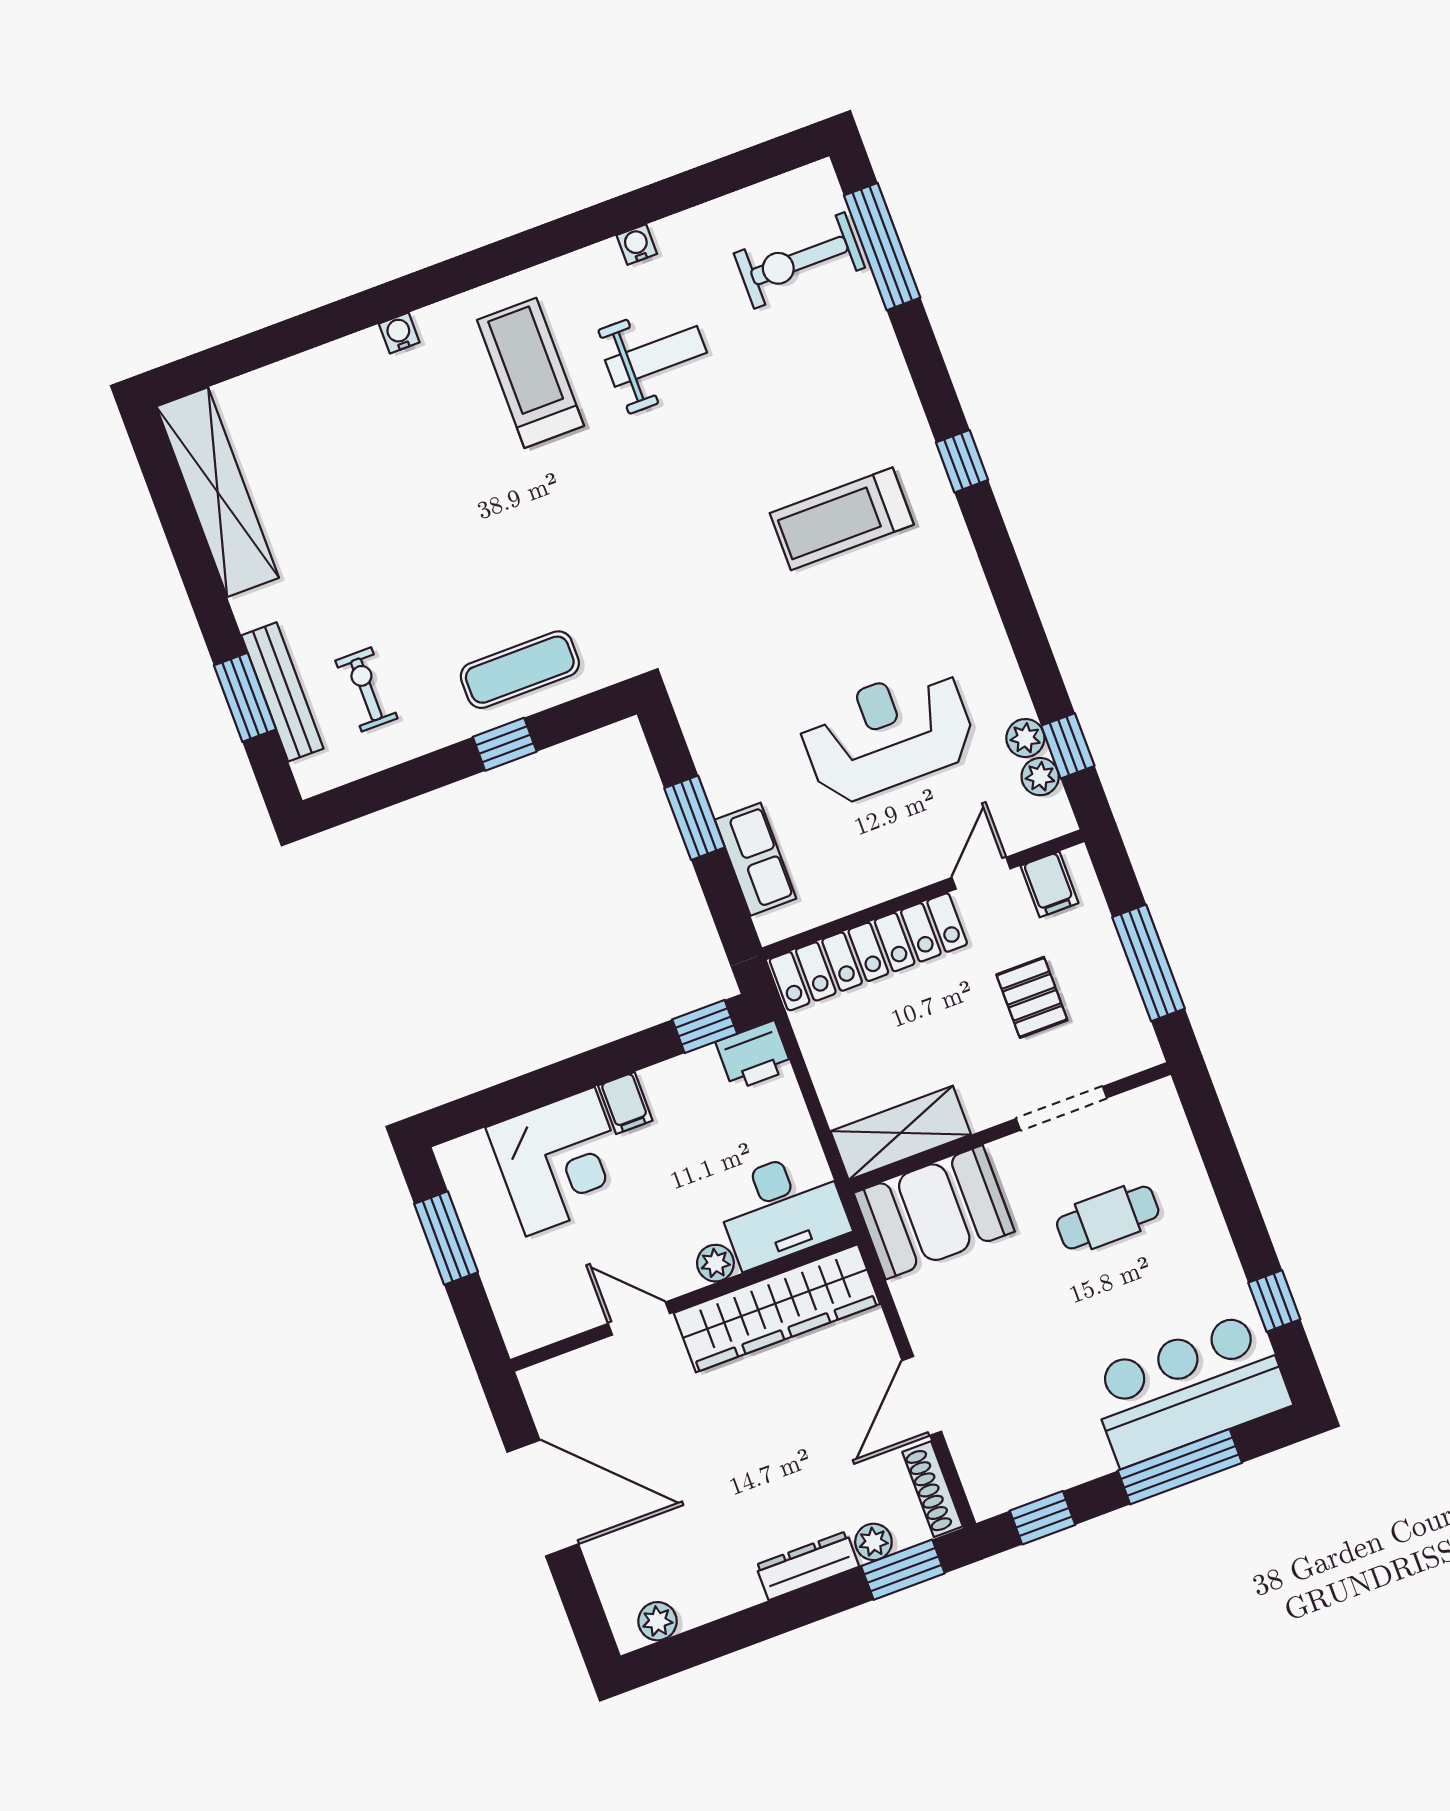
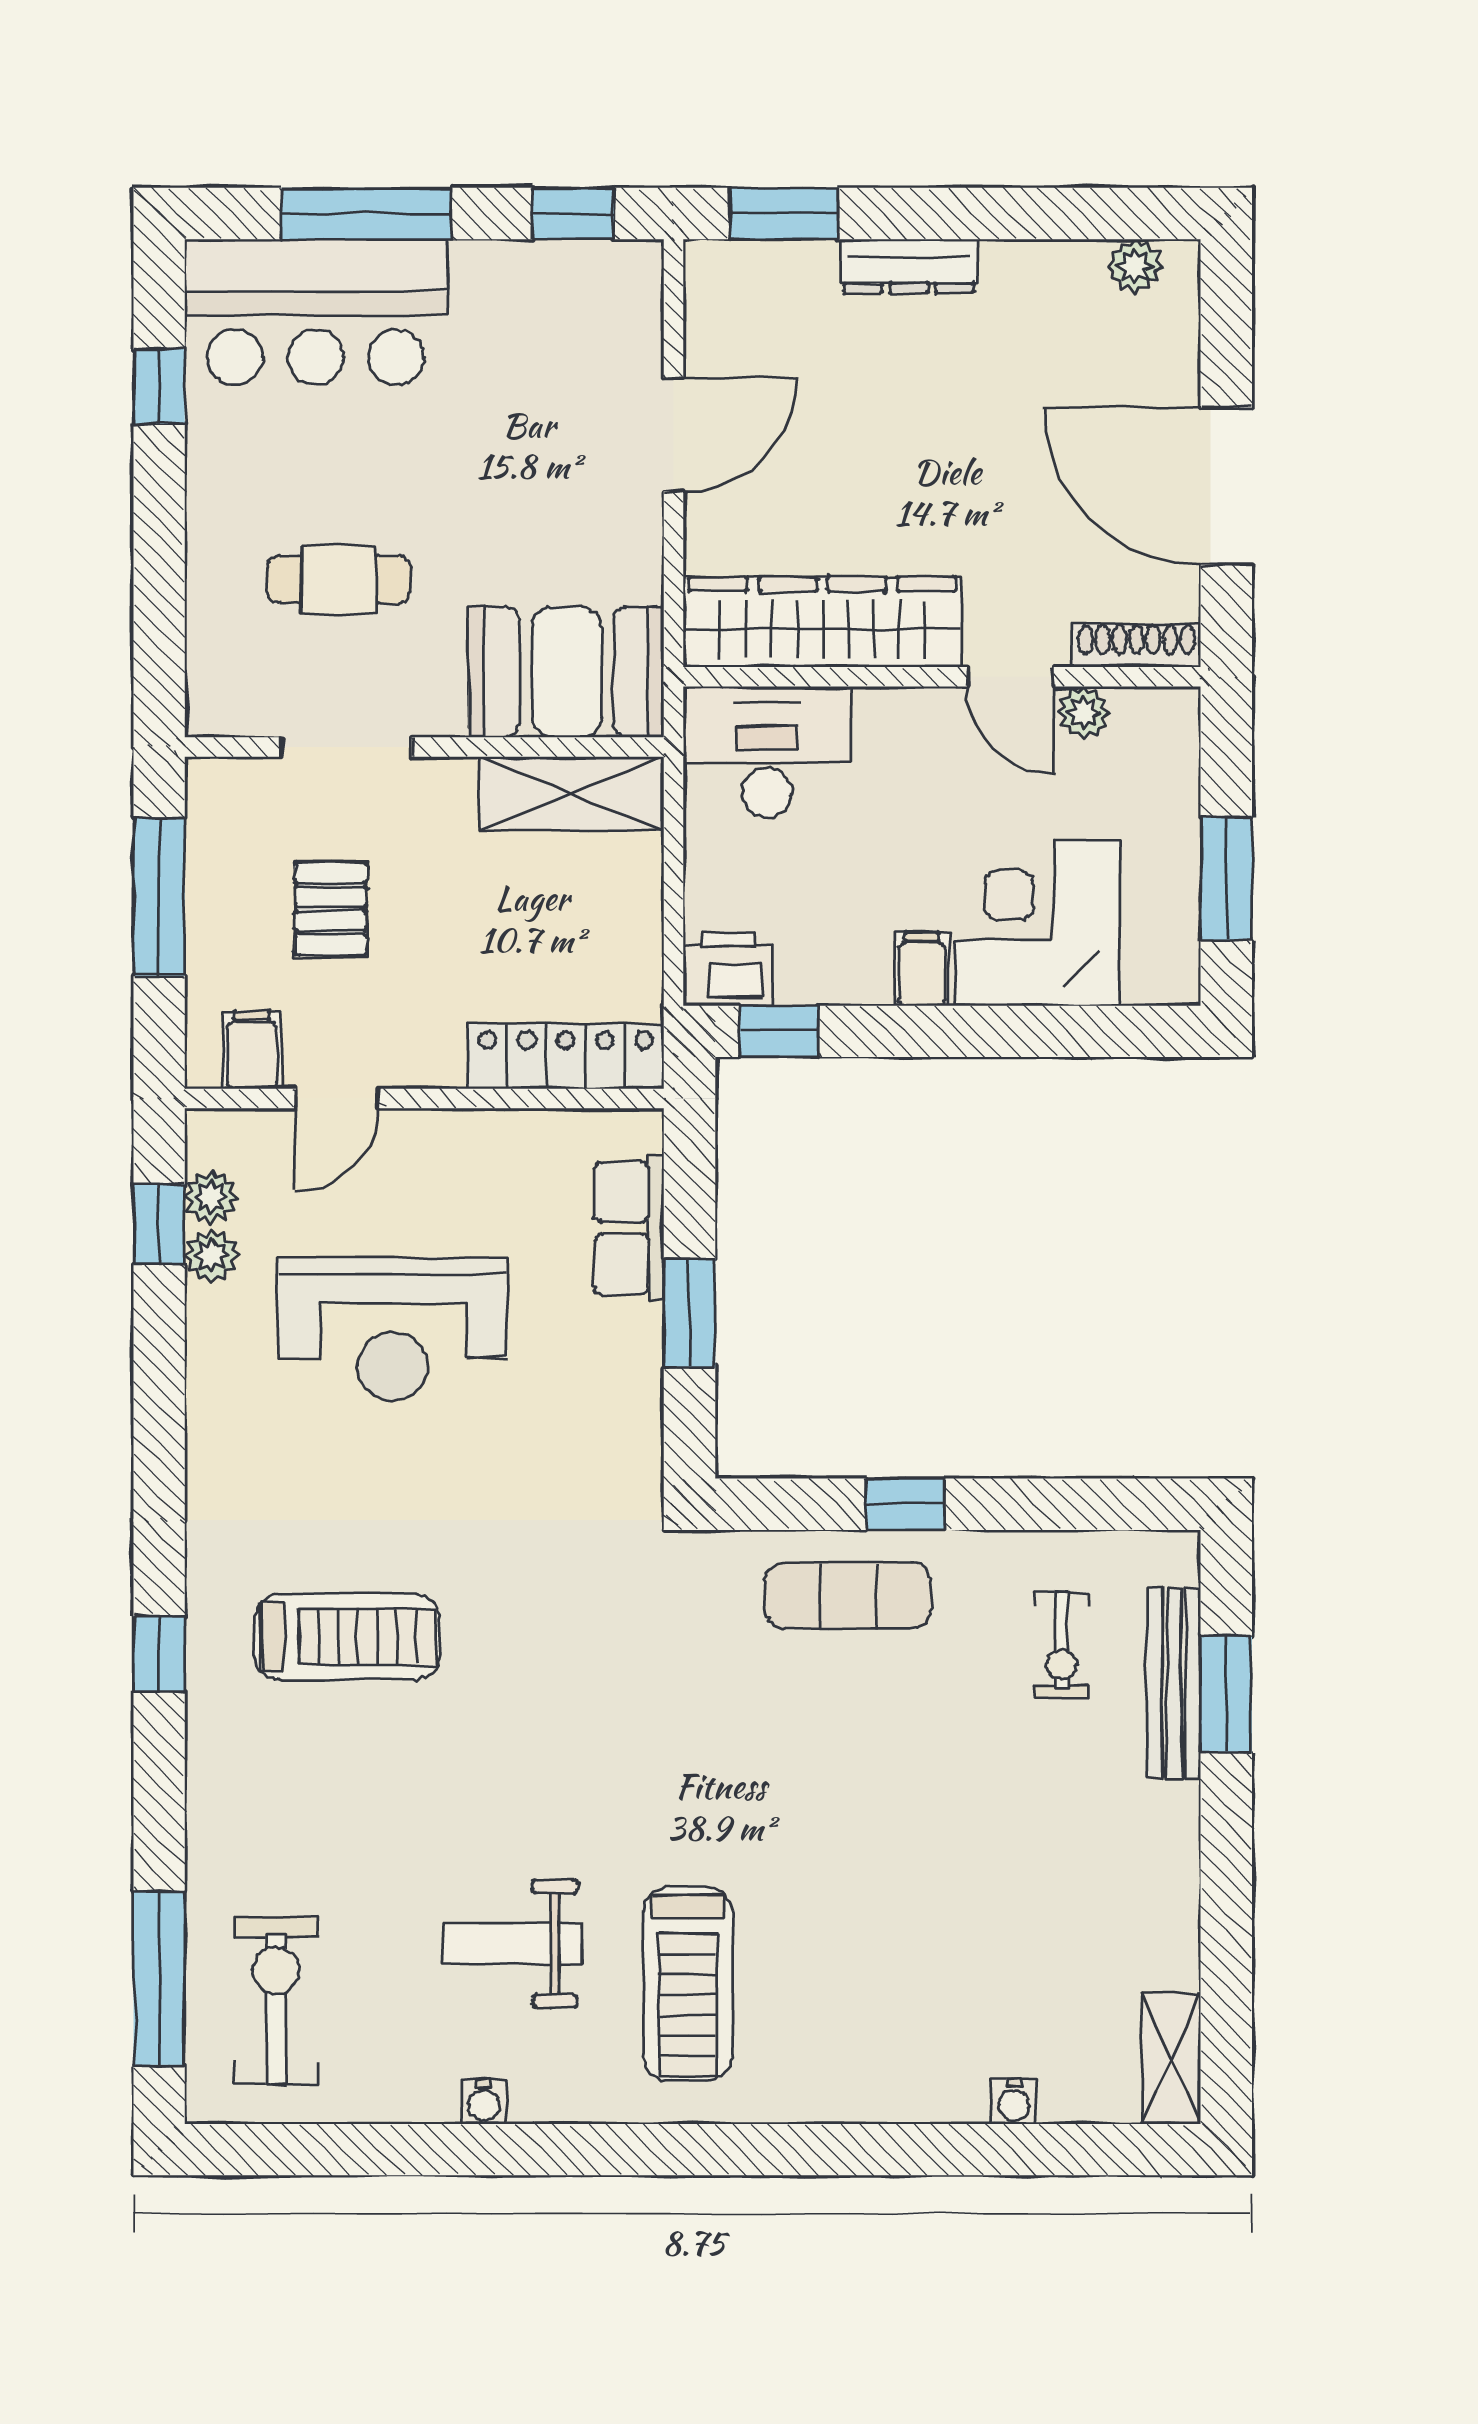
exercise bike: (799, 260) -> (276, 2000), turned -90
water cooler: (399, 333) -> (1014, 2101), moved
shelving: (218, 492) -> (1171, 2059), width x0.45, depth x0.75
locker: (868, 952) -> (566, 1056), width x0.71, depth x0.83
plant: (715, 1263) -> (1084, 712), moved
shoe rack: (933, 1489) -> (1136, 645), moved, turned -90
plant: (873, 1542) -> (809, 265), removed

